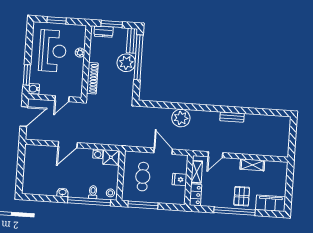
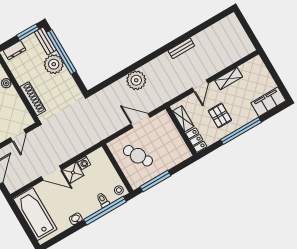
window: (112, 24) -> (28, 32), moved
door: (68, 145) -> (51, 173), hinge flipped
door: (215, 155) -> (200, 86), moved
shower: (111, 157) -> (73, 173), moved
bathtub: (34, 168) -> (35, 214), added
cafe table: (143, 177) -> (138, 156), turned -31
fridge: (180, 179) -> (172, 136), removed
pallet: (242, 196) -> (220, 115), moved

